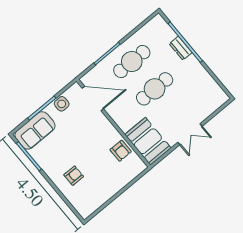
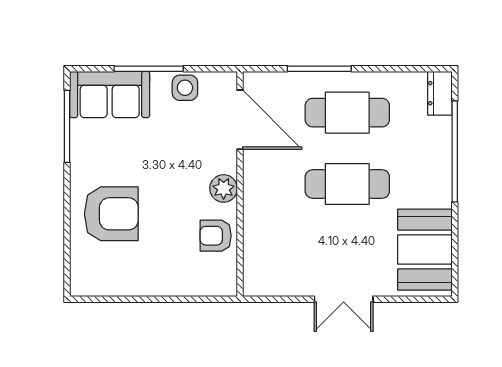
dresser: (181, 48) -> (440, 93), moved
plant: (109, 130) -> (224, 188), added
booth: (148, 141) -> (425, 250), moved
armchair: (121, 151) -> (216, 236), turned 90
armchair: (74, 176) -> (111, 214), width x1.88, depth x1.88

